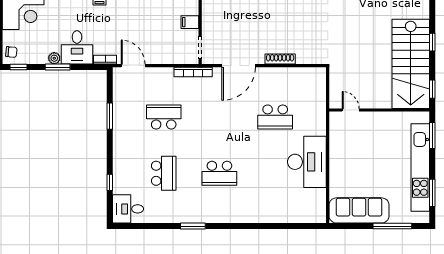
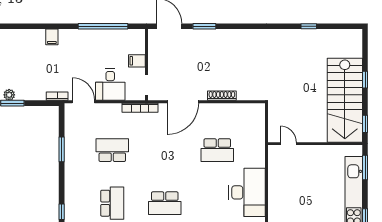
desk: (77, 47) -> (110, 85), moved

